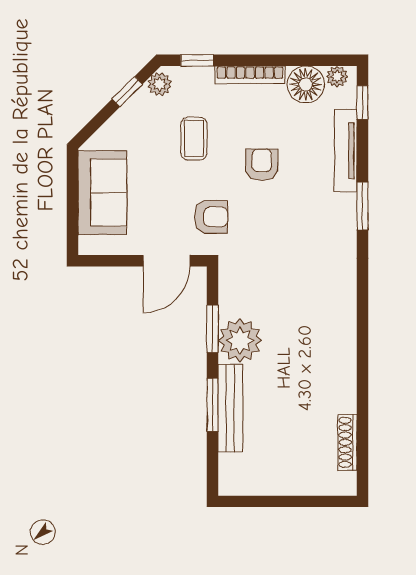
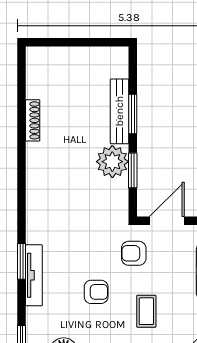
tv unit: (346, 151) -> (34, 275), moved
armchair: (262, 165) -> (96, 292), turned -90
shoe rack: (347, 442) -> (33, 120), moved

